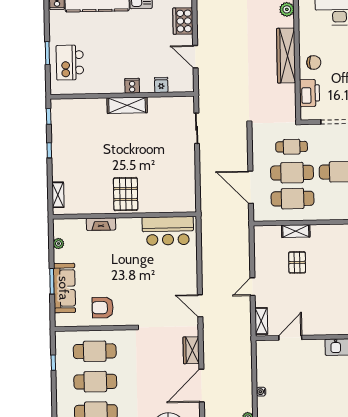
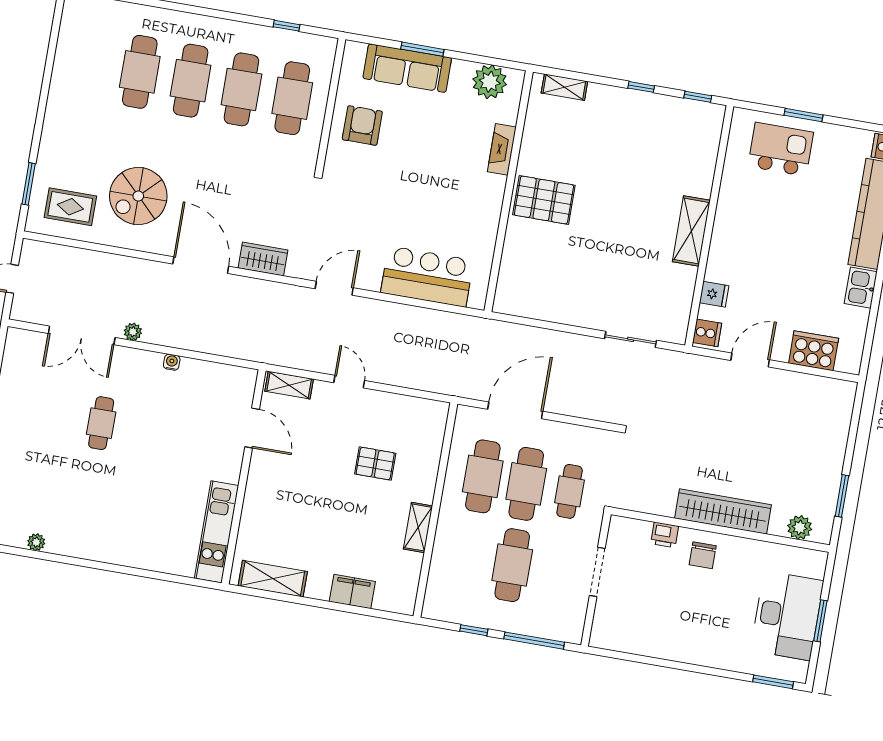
cooker: (132, 86) -> (707, 333), moved
printer: (309, 93) -> (665, 535), width x0.53, depth x0.68
bar counter: (168, 231) -> (427, 276), moved, turned 90
shelving: (296, 231) -> (418, 527), moved
plant: (58, 244) -> (490, 82), width x1.88, depth x1.88

